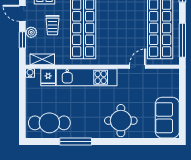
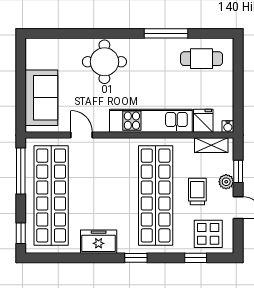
door: (138, 67) -> (82, 135), swing flipped
sofa: (167, 118) -> (41, 98), moved
cafe table: (49, 123) -> (202, 59), width x0.73, depth x0.74

